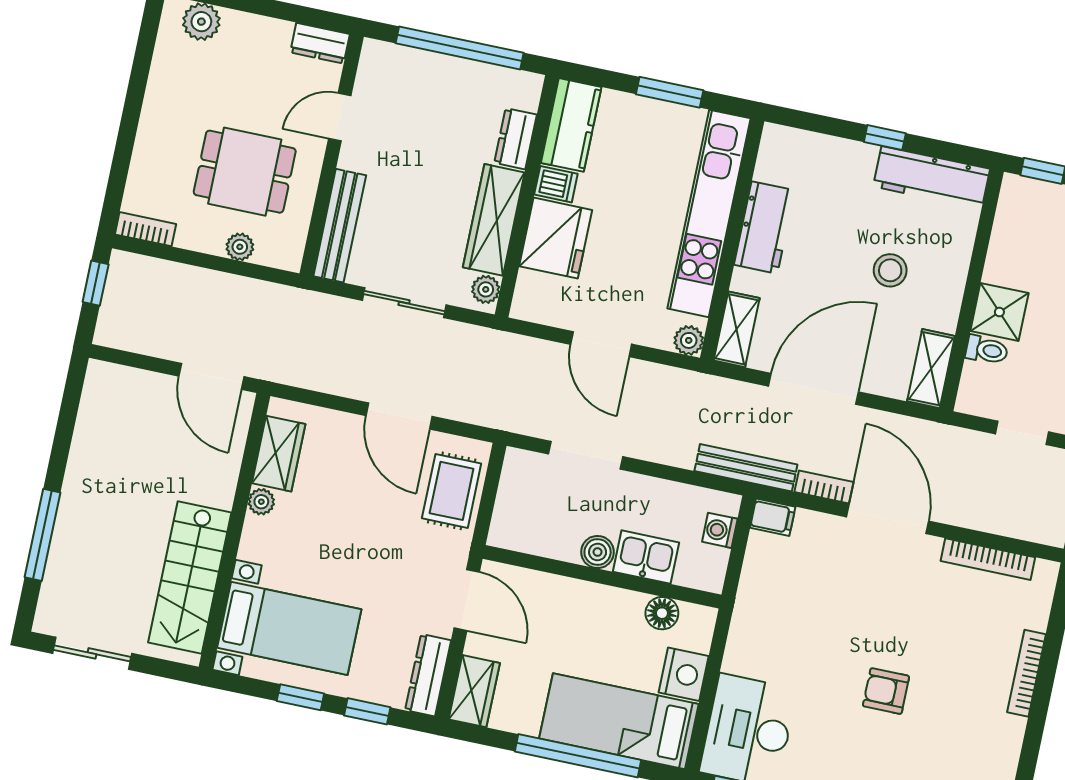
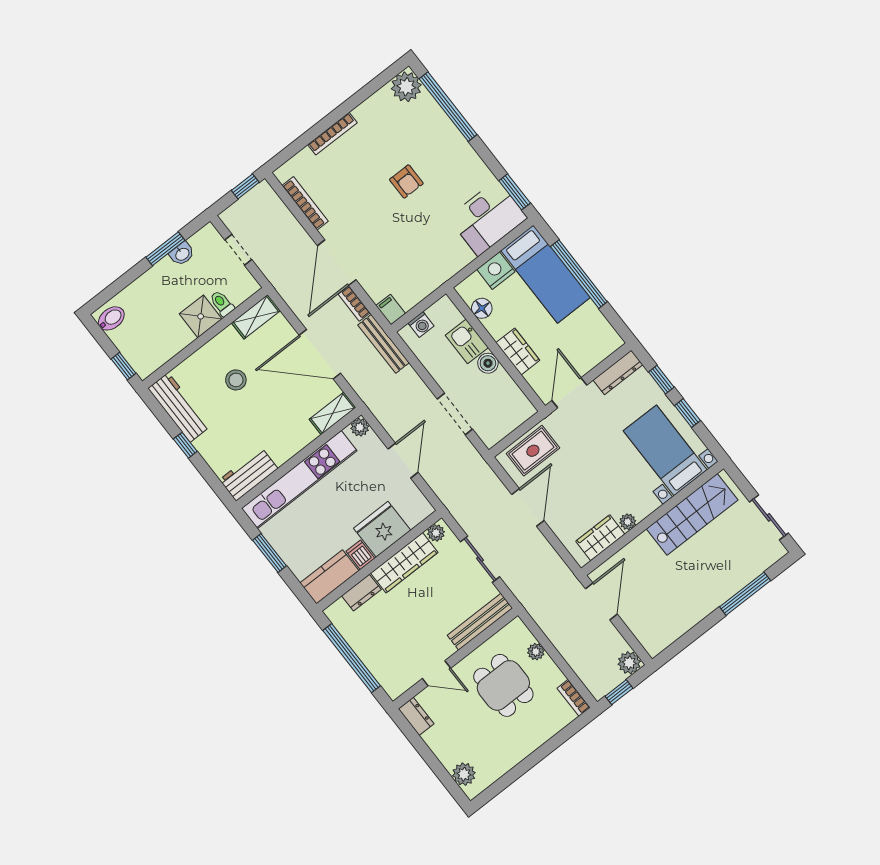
workbench: (764, 228) -> (249, 474), moved
plant: (113, 330) -> (629, 663), added
wardrobe: (474, 691) -> (518, 351), moved, turned 90

